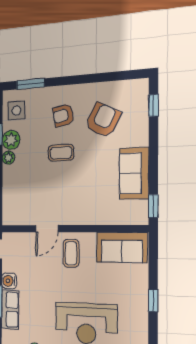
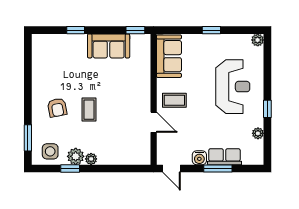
window: (153, 105) -> (76, 30), moved
armchair: (103, 120) -> (64, 73), removed

